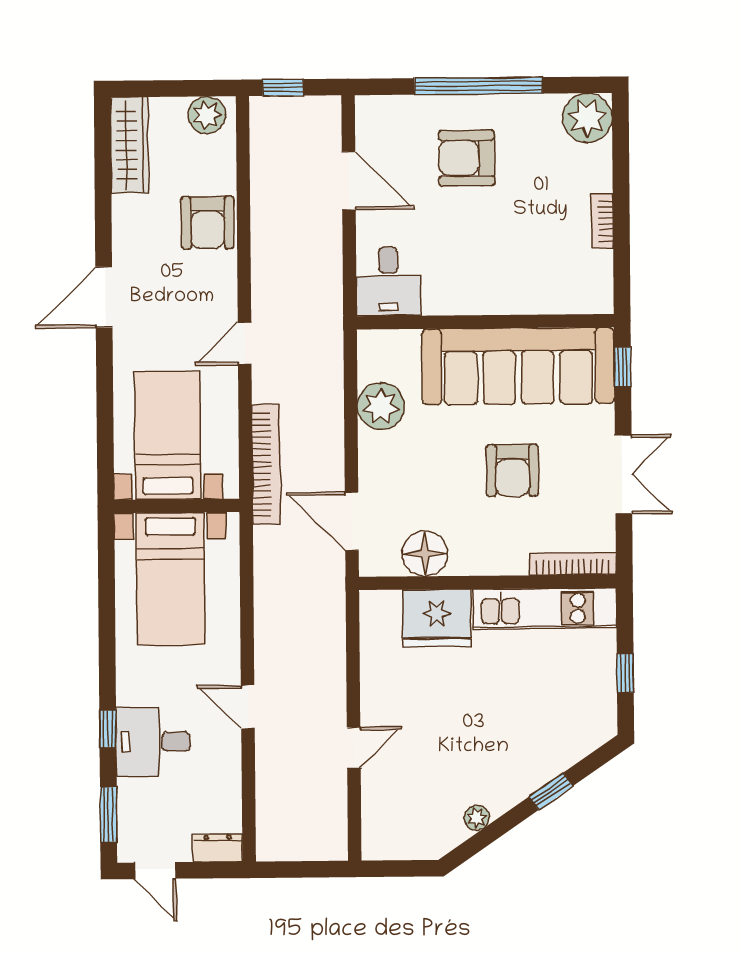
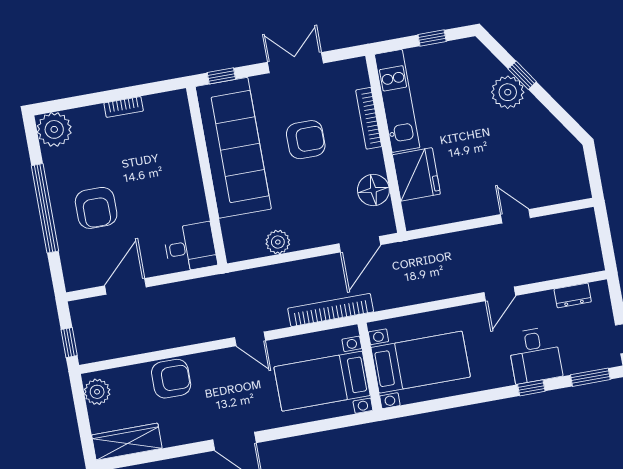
plant: (381, 406) -> (278, 242), width x0.73, depth x0.73
bookcase: (573, 564) -> (369, 118), moved
plant: (477, 818) -> (508, 92), moved, width x1.87, depth x1.87
dresser: (218, 848) -> (573, 295), moved, turned -90

